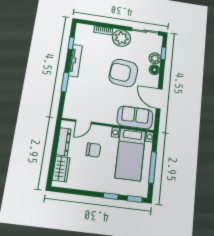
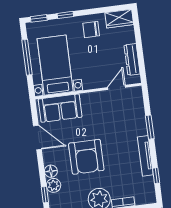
armchair: (123, 73) -> (86, 157), turned 84
chair: (93, 150) -> (91, 30), moved
wardrobe: (61, 169) -> (119, 19), moved, turned -90

